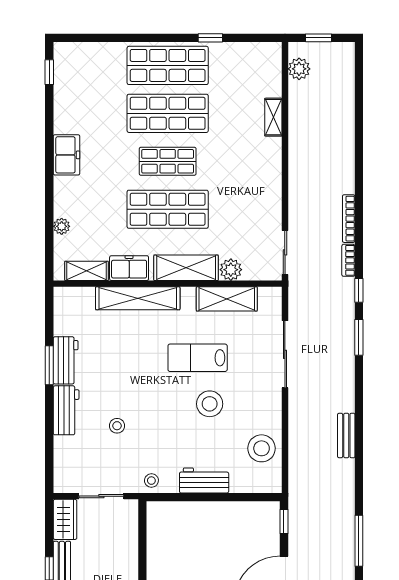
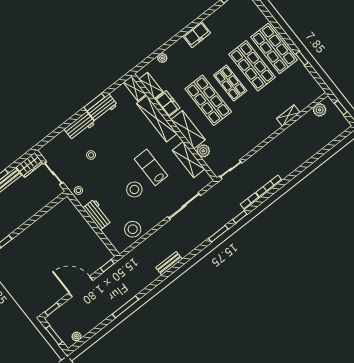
shelving: (74, 296) -> (135, 88), added

